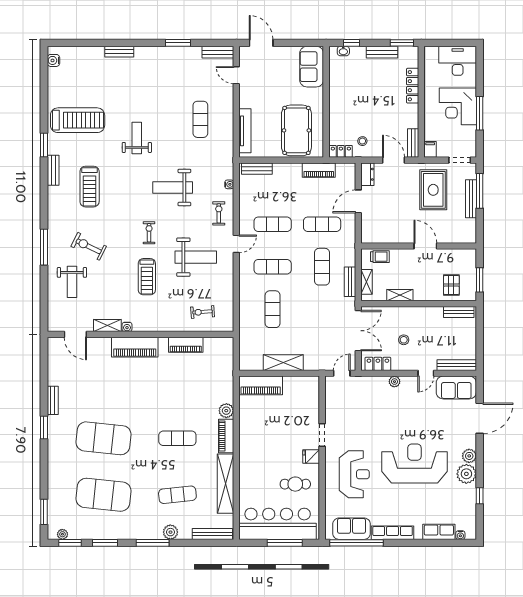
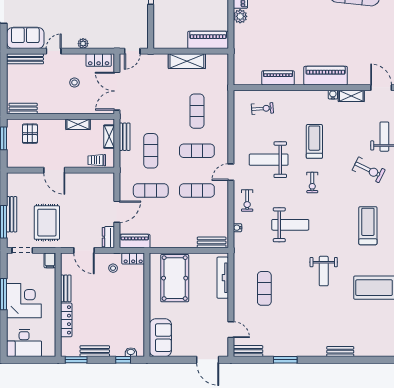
bench: (413, 143) -> (66, 288), moved
piano: (319, 170) -> (135, 241), moved

